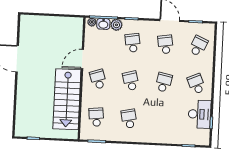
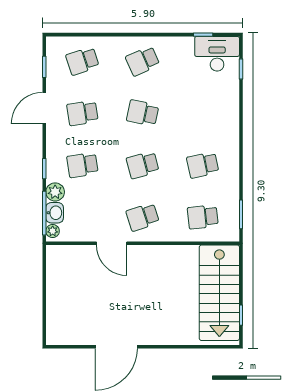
school desk: (198, 46) -> (82, 61), turned -42
stairs: (67, 99) -> (219, 293), moved, turned 90
desk: (200, 114) -> (217, 54), moved

